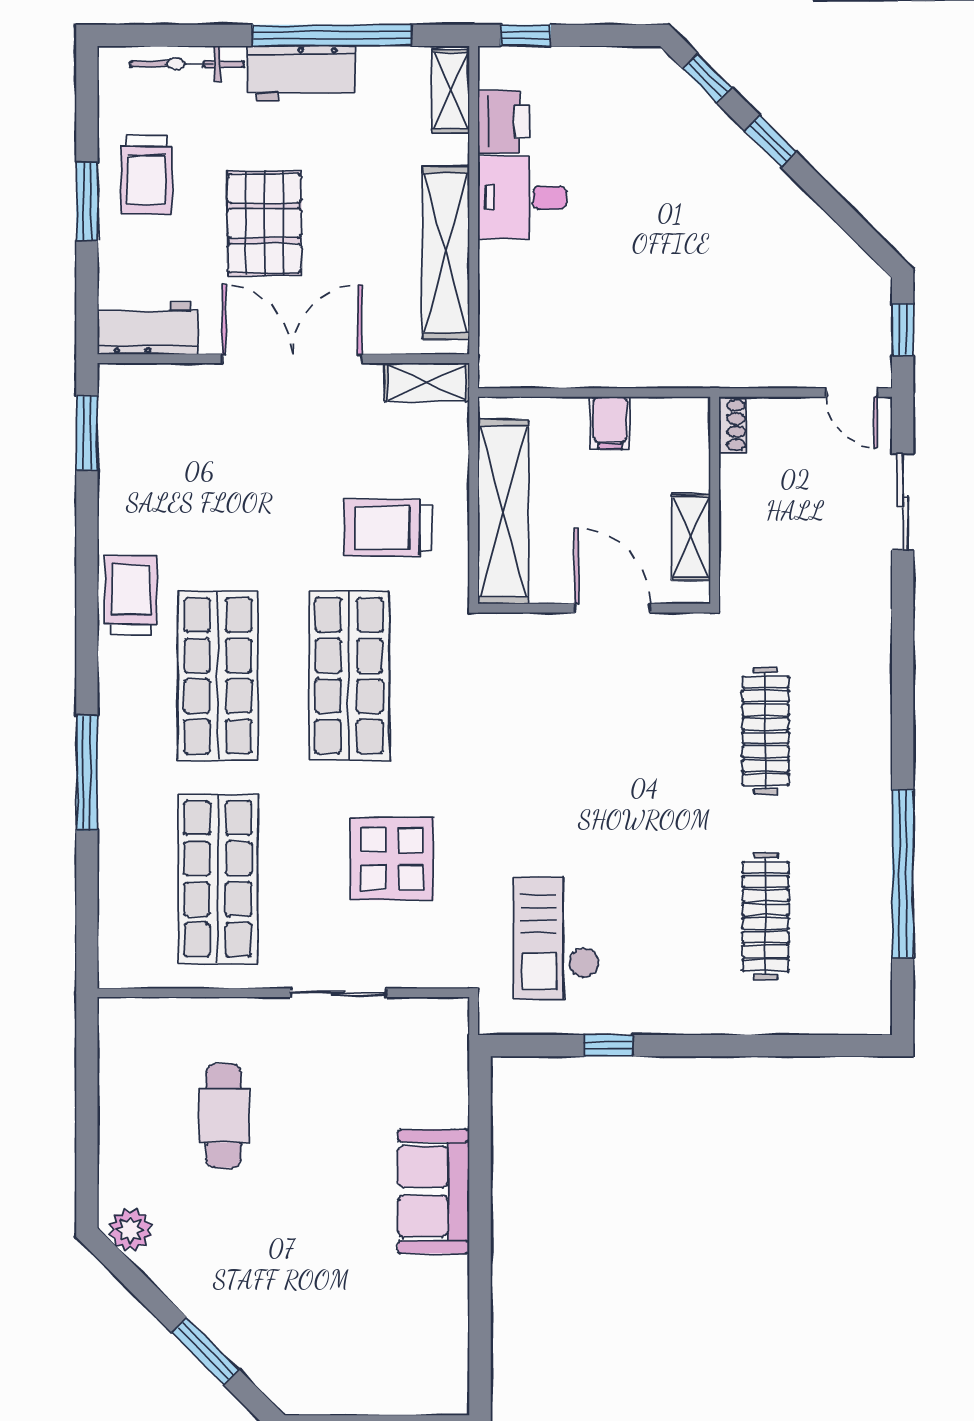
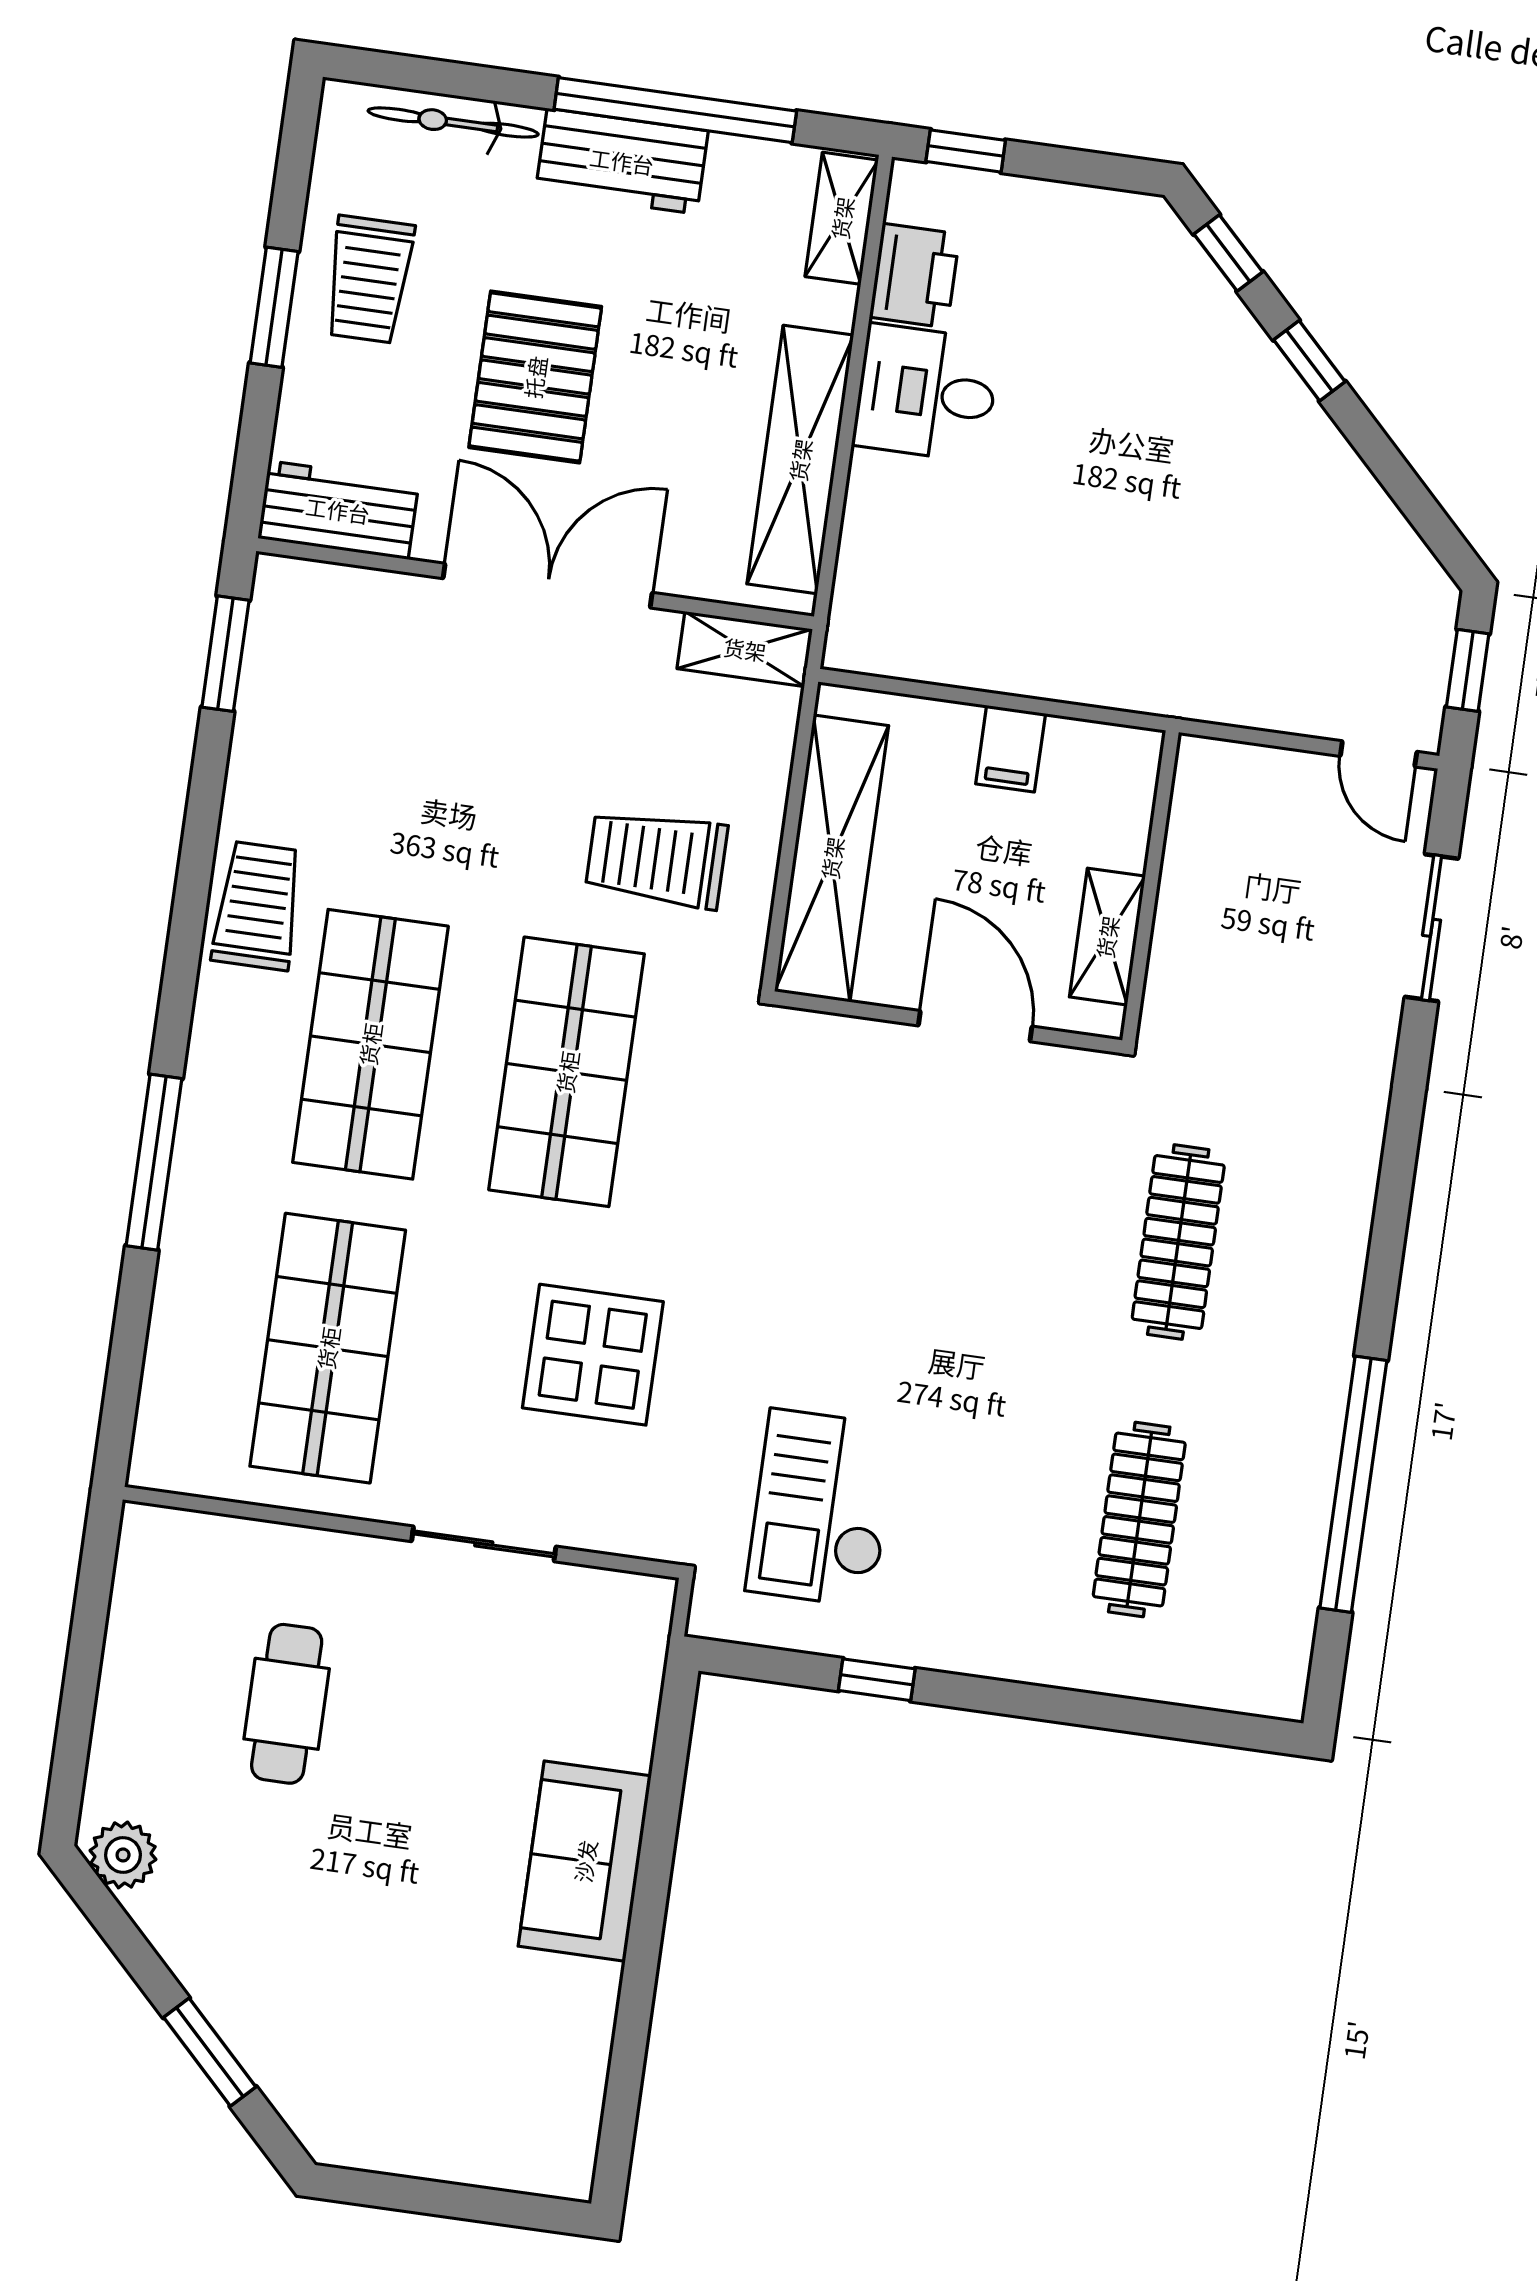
shoe rack: (733, 425) -> (1193, 777), removed

